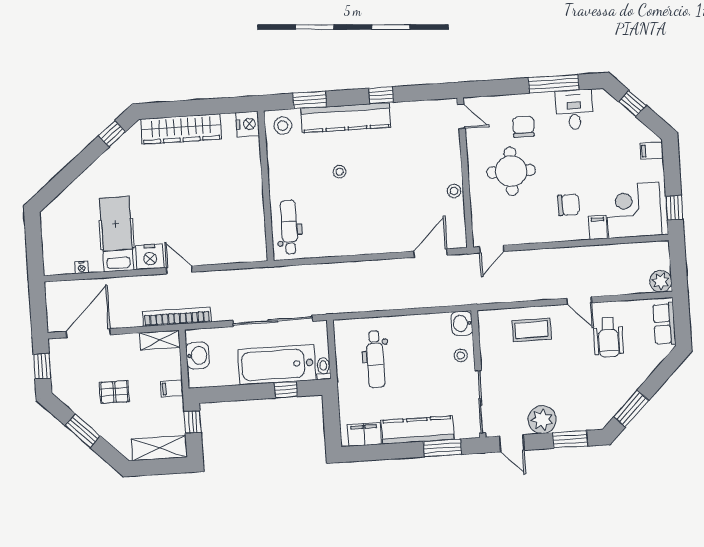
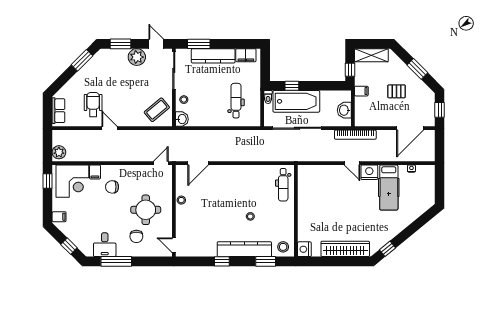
plant: (661, 281) -> (59, 152), moved
coffee table: (532, 330) -> (157, 110), moved, turned -40
shelving: (160, 340) -> (367, 121), removed

